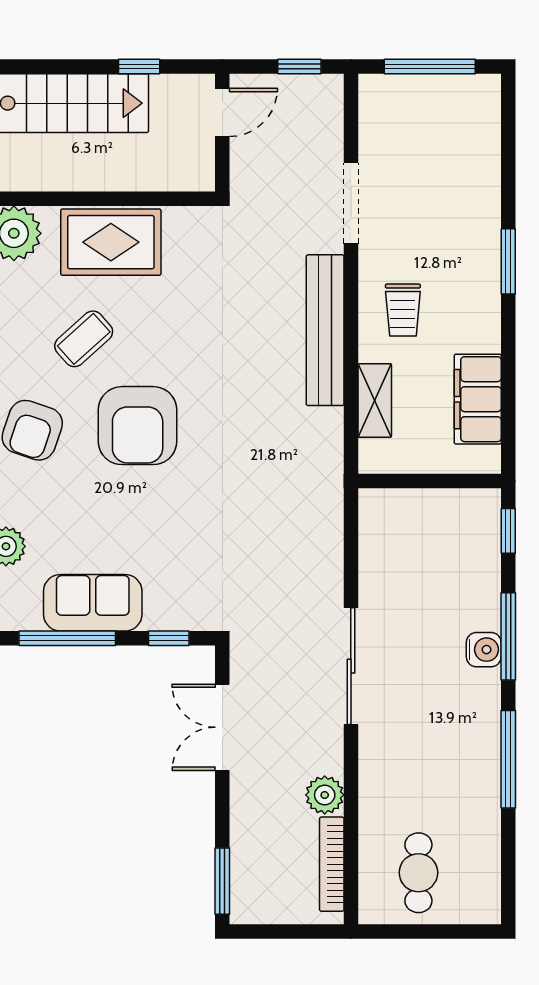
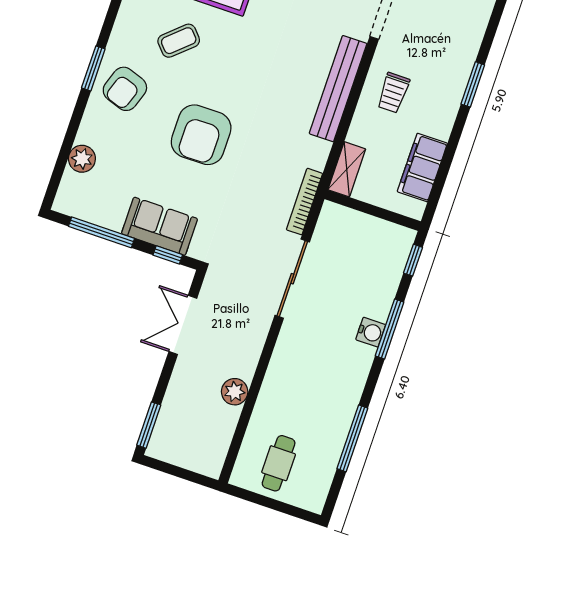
shelving: (375, 400) -> (347, 169), moved
armchair: (138, 426) -> (201, 135), moved
sofa: (93, 603) -> (159, 226), moved
sliding door: (351, 666) -> (292, 279), moved
window: (508, 759) -> (352, 438), moved
bookcase: (332, 864) -> (304, 202), moved

